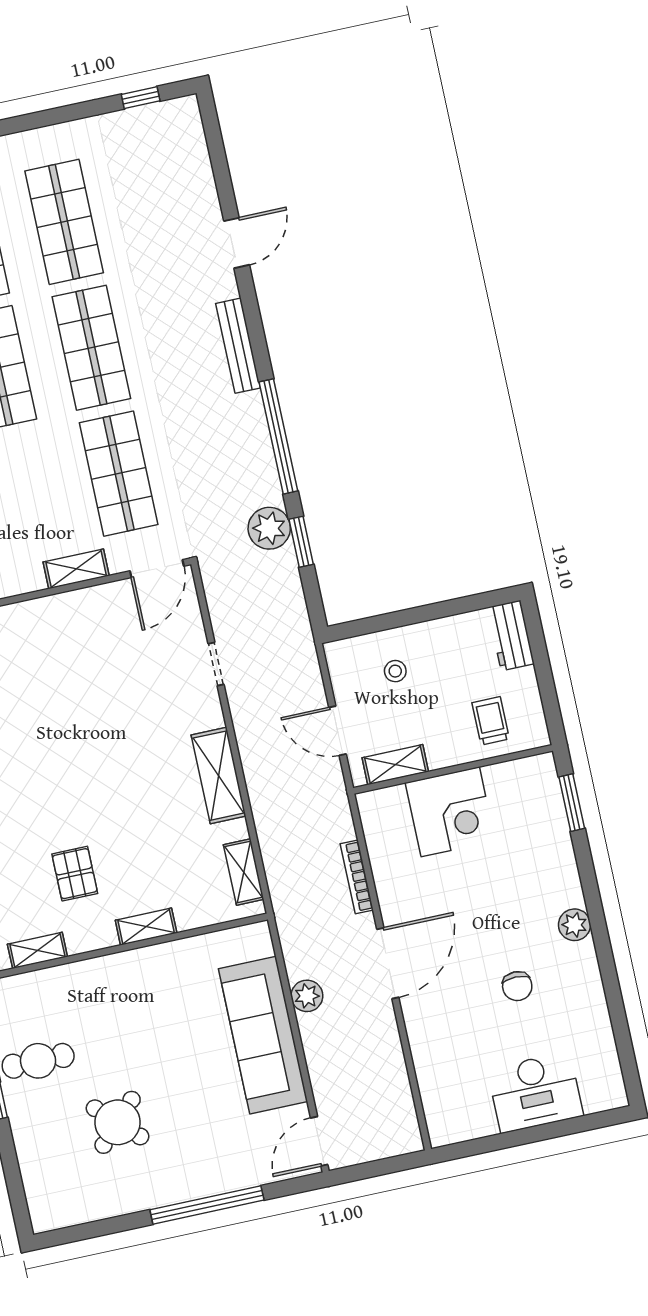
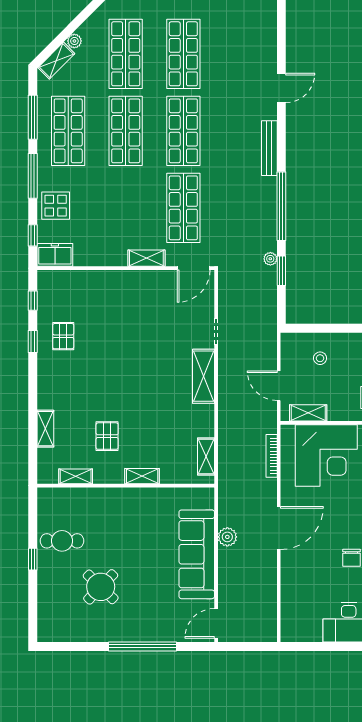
plant: (269, 528) -> (270, 259), width x0.53, depth x0.53
shelving: (219, 776) -> (204, 376), moved
corner desk: (450, 812) -> (326, 456), width x1.36, depth x1.36
bookcase: (357, 877) -> (272, 456), moved

